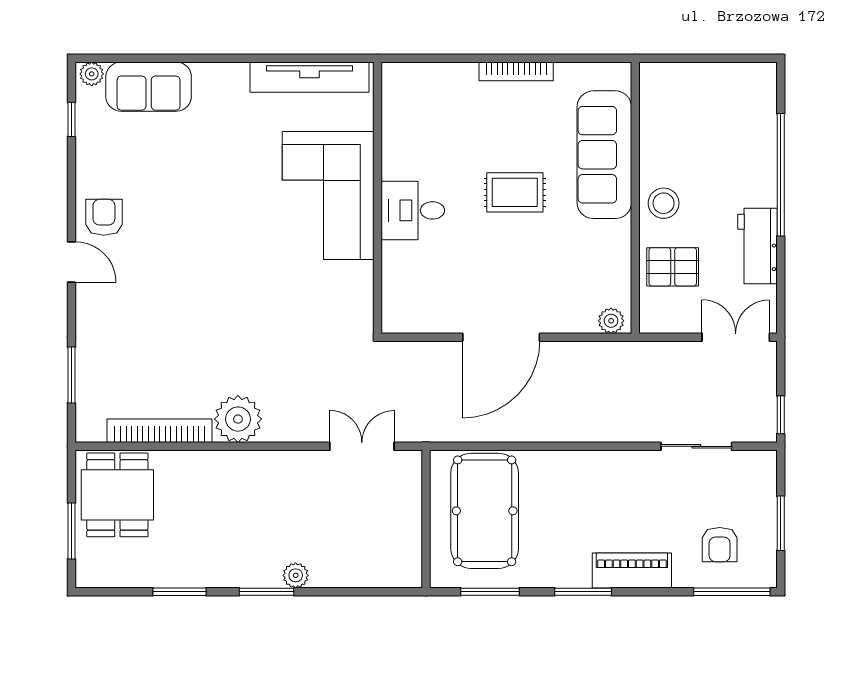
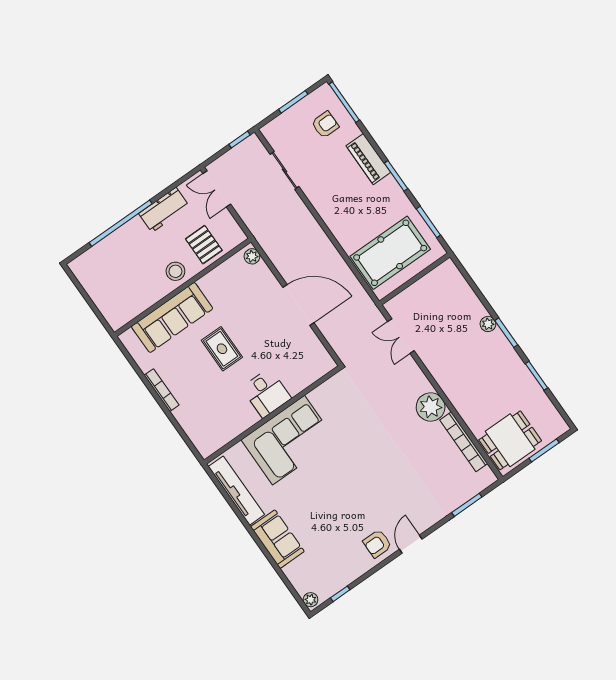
sofa: (149, 87) -> (277, 539), moved

